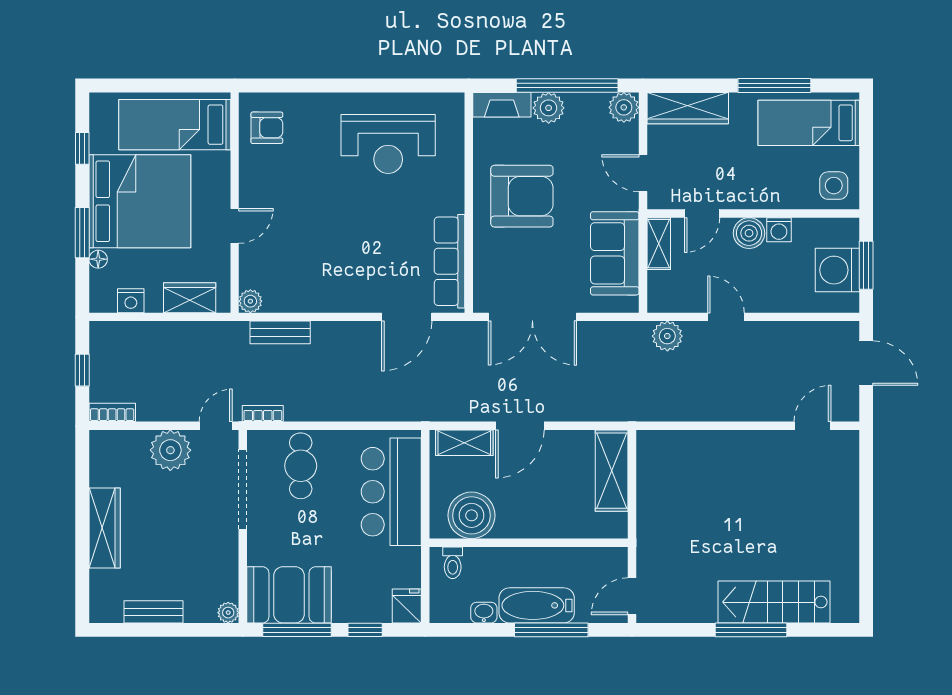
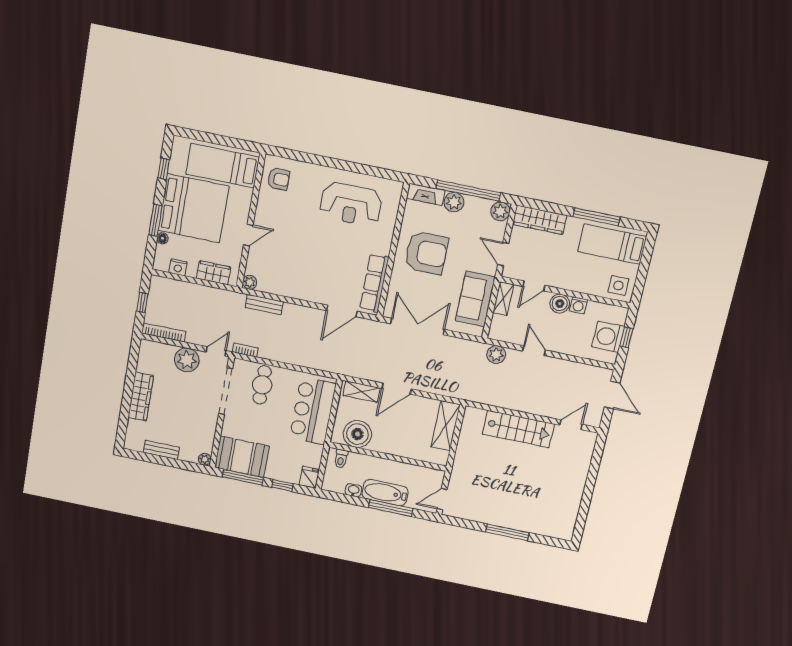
window: (866, 265) -> (626, 337), width x0.67
double door: (532, 317) -> (417, 327), swing flipped
bookcase: (112, 412) -> (164, 332), width x1.56
stairs: (774, 602) -> (518, 429), moved, turned 180

